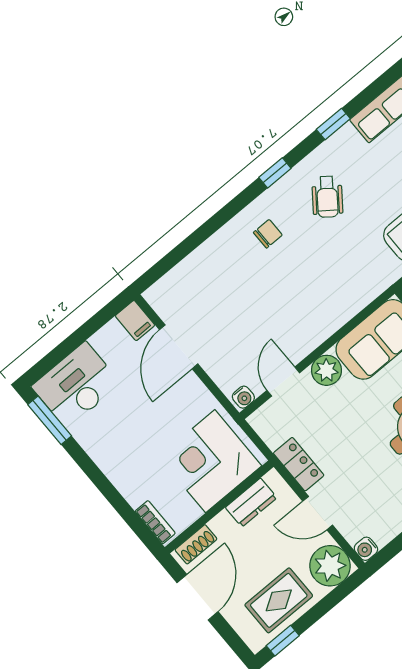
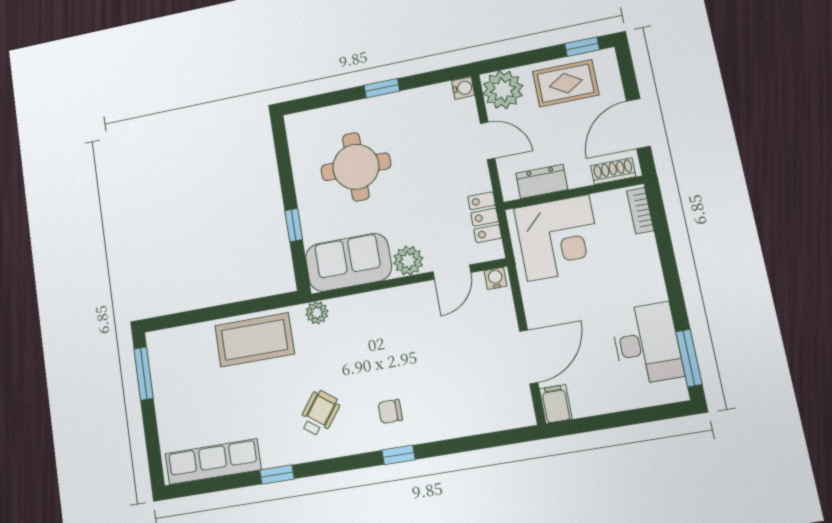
window: (275, 173) -> (398, 455), moved
plant: (380, 280) -> (317, 313), added
desk: (76, 385) -> (647, 344), moved, turned -90
locker: (299, 464) -> (485, 217), moved

